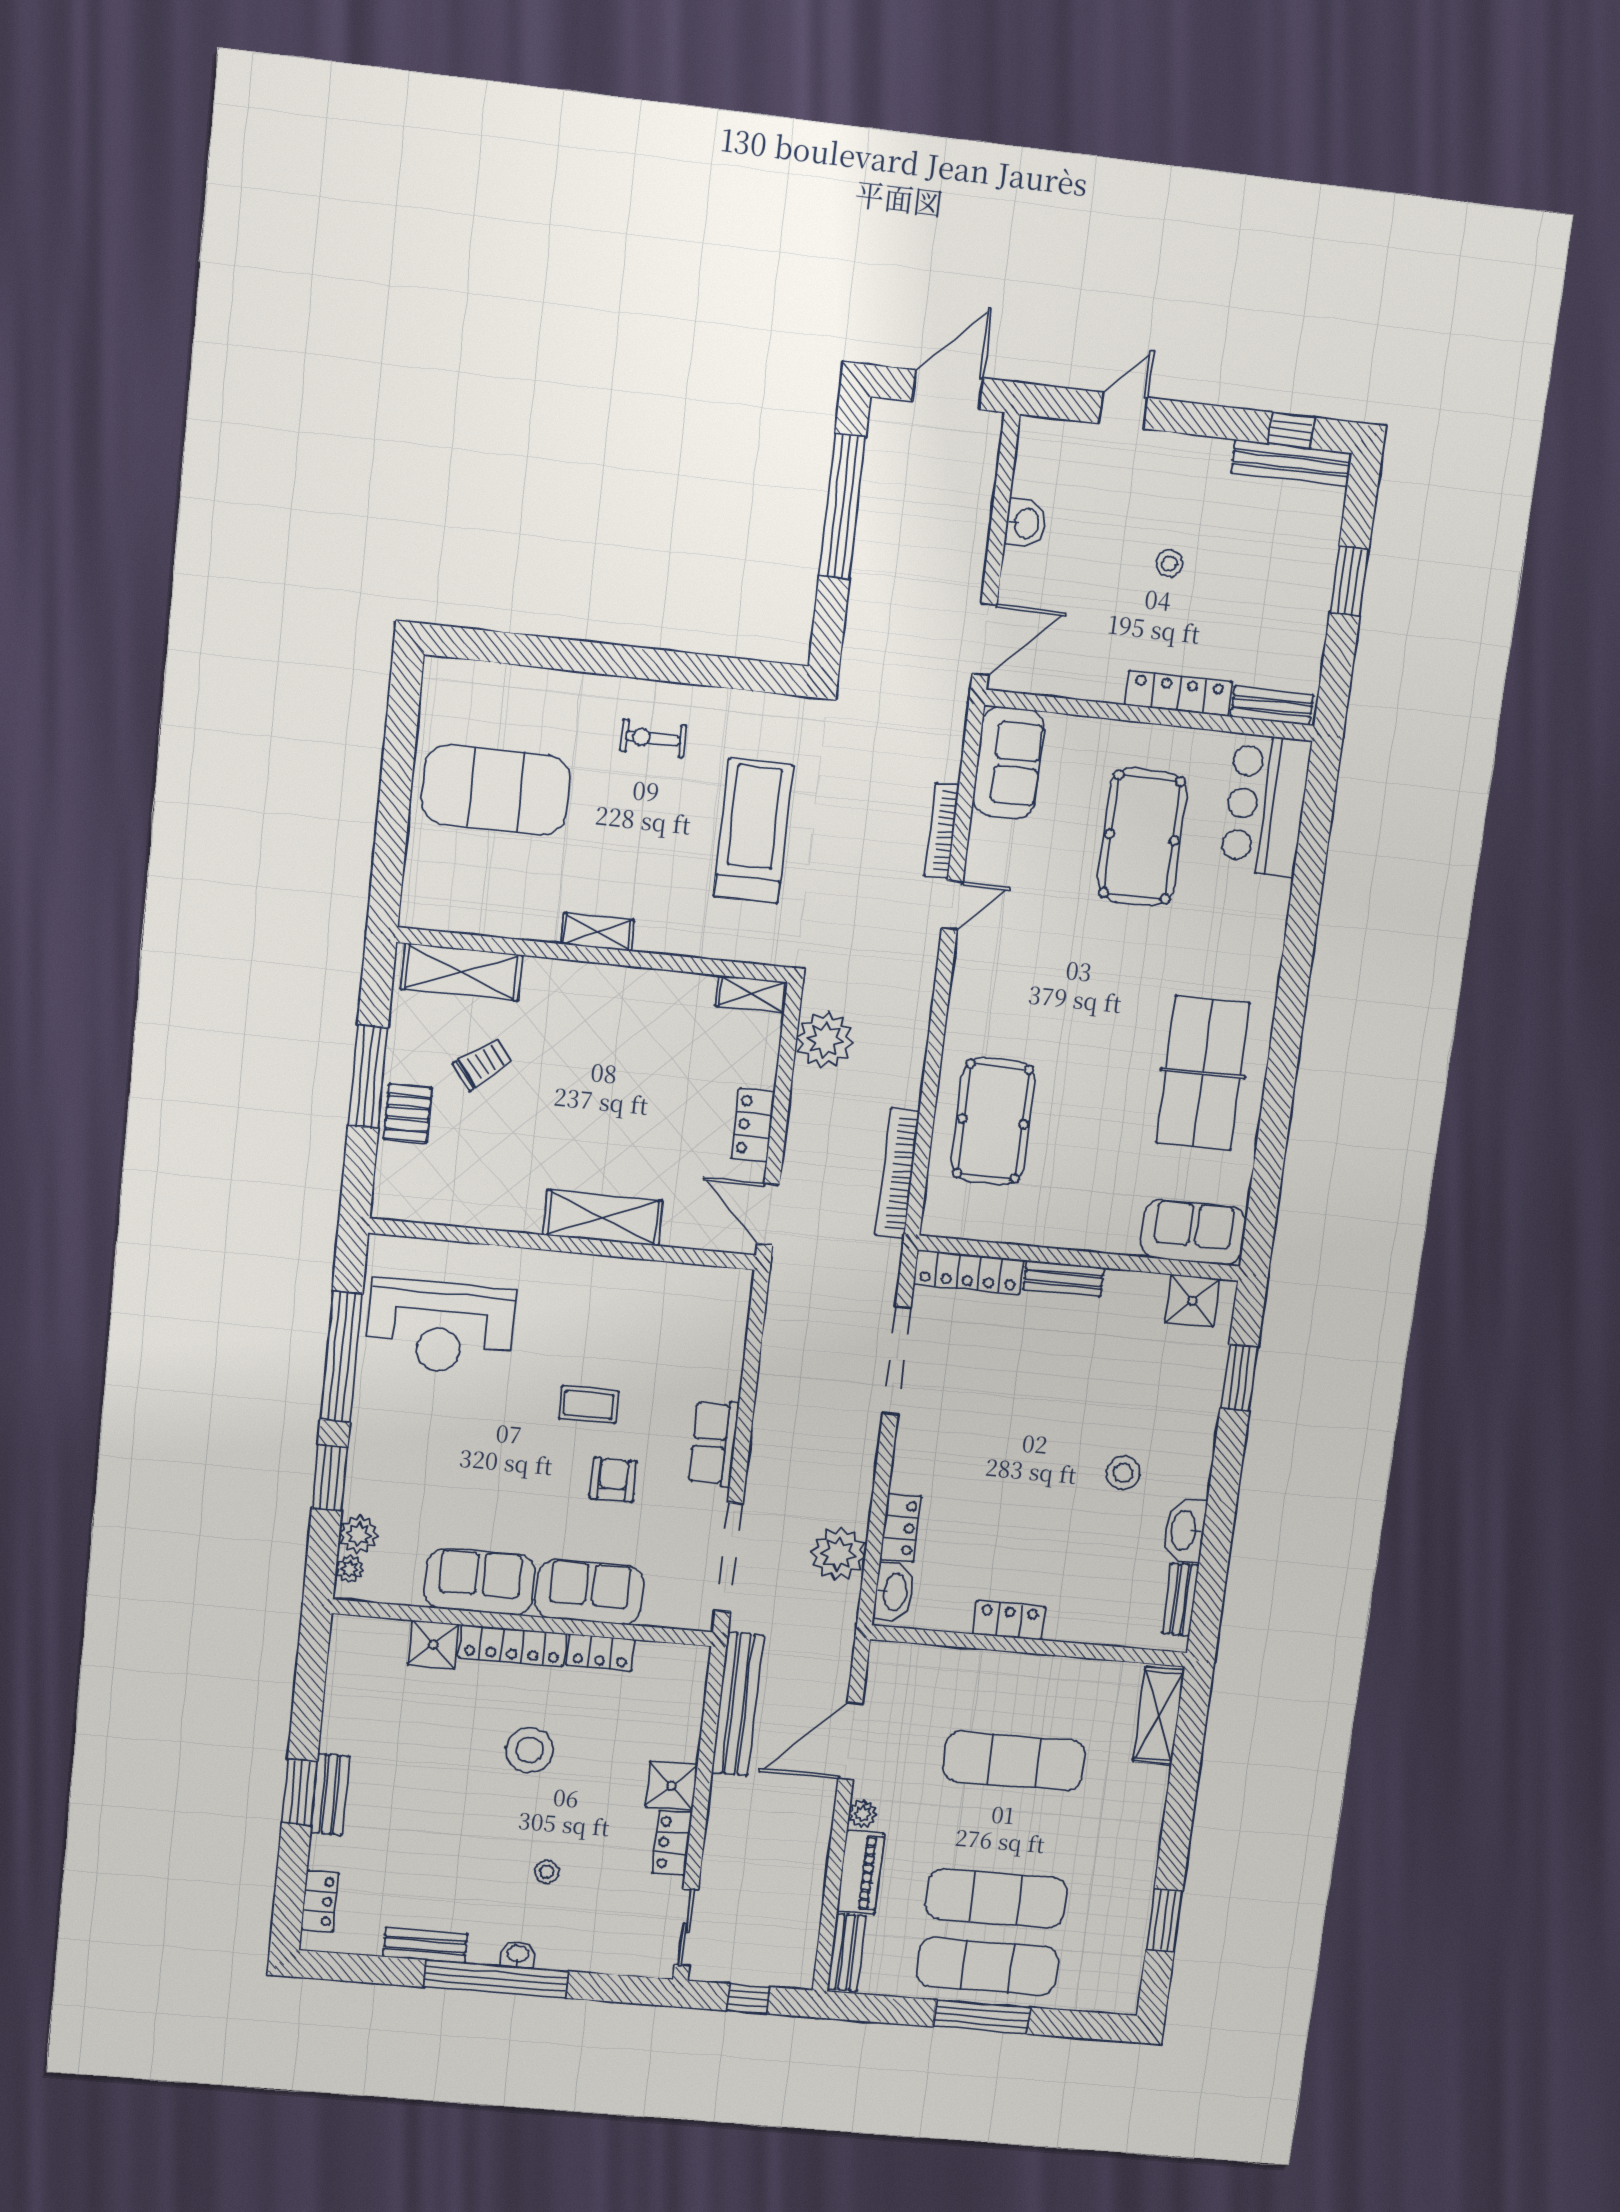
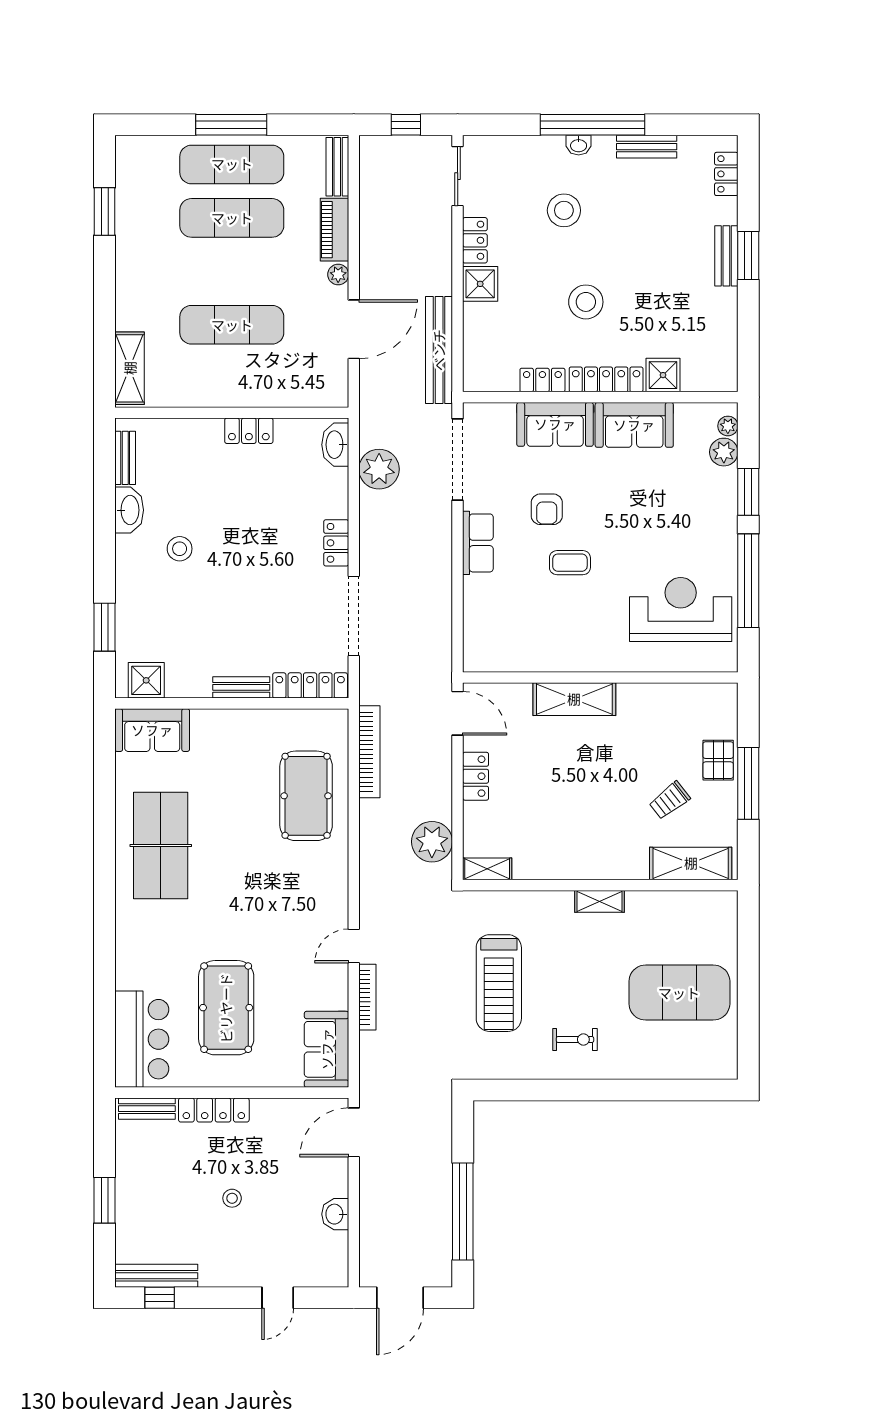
locker: (901, 1528) -> (336, 543), moved
stool: (547, 1872) -> (564, 210), width x1.89, depth x1.89

